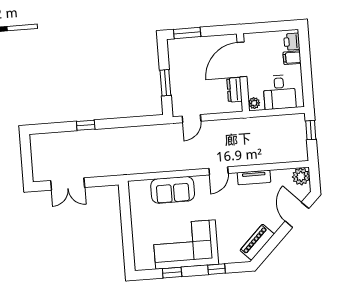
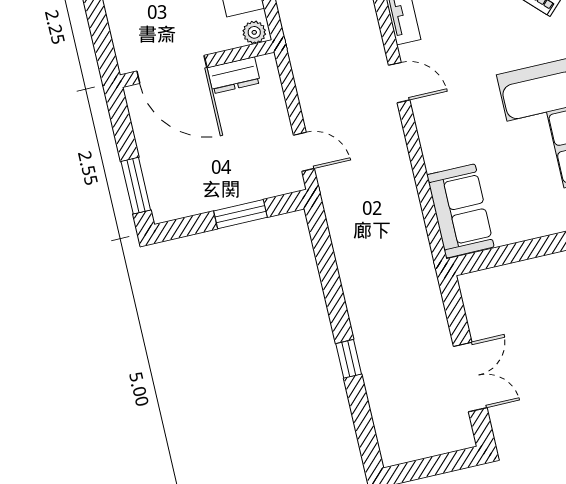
sofa: (173, 190) -> (460, 211), moved

